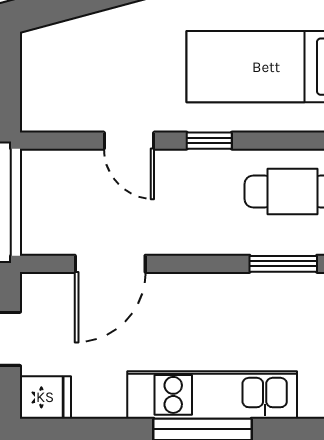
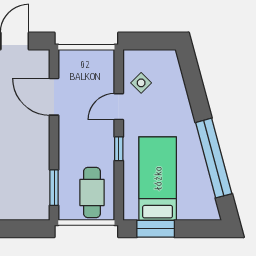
side table: (84, 98) -> (141, 83), added

